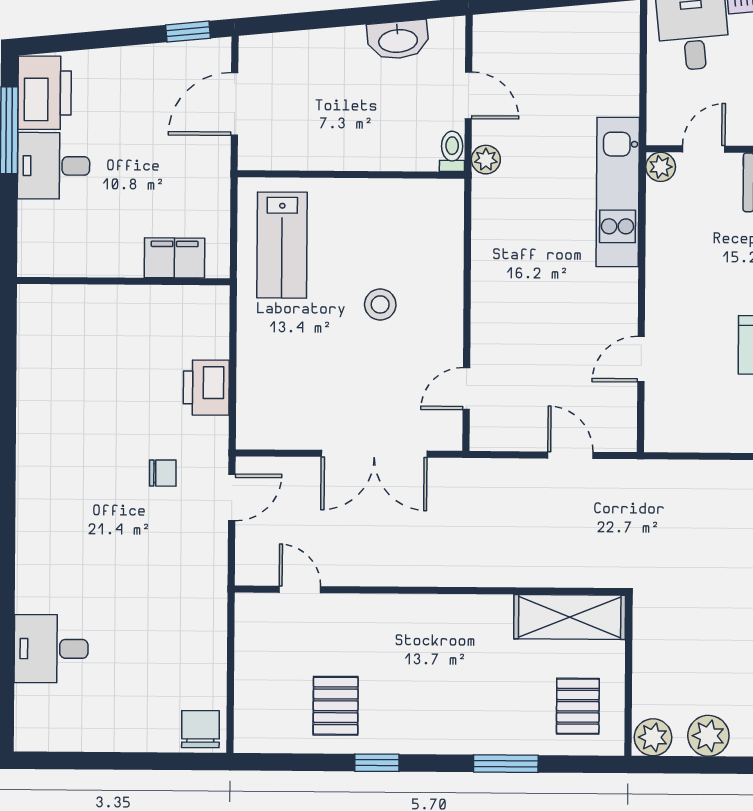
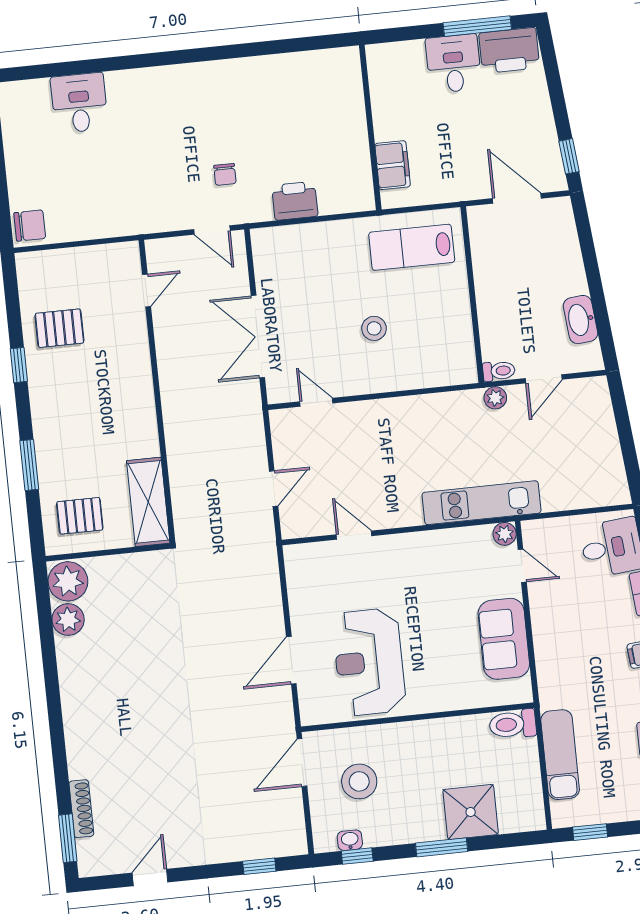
plant: (653, 737) -> (68, 581), width x1.36, depth x1.36

